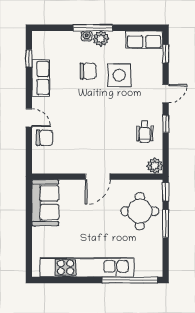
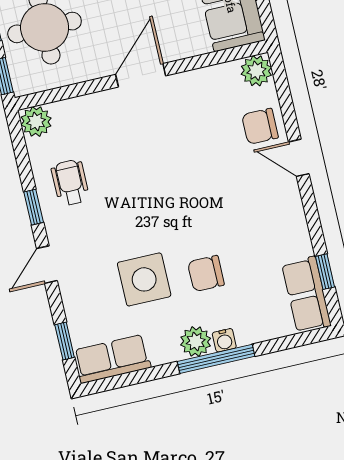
row of seats: (41, 78) -> (306, 295), moved
plant: (40, 166) -> (256, 71), added

